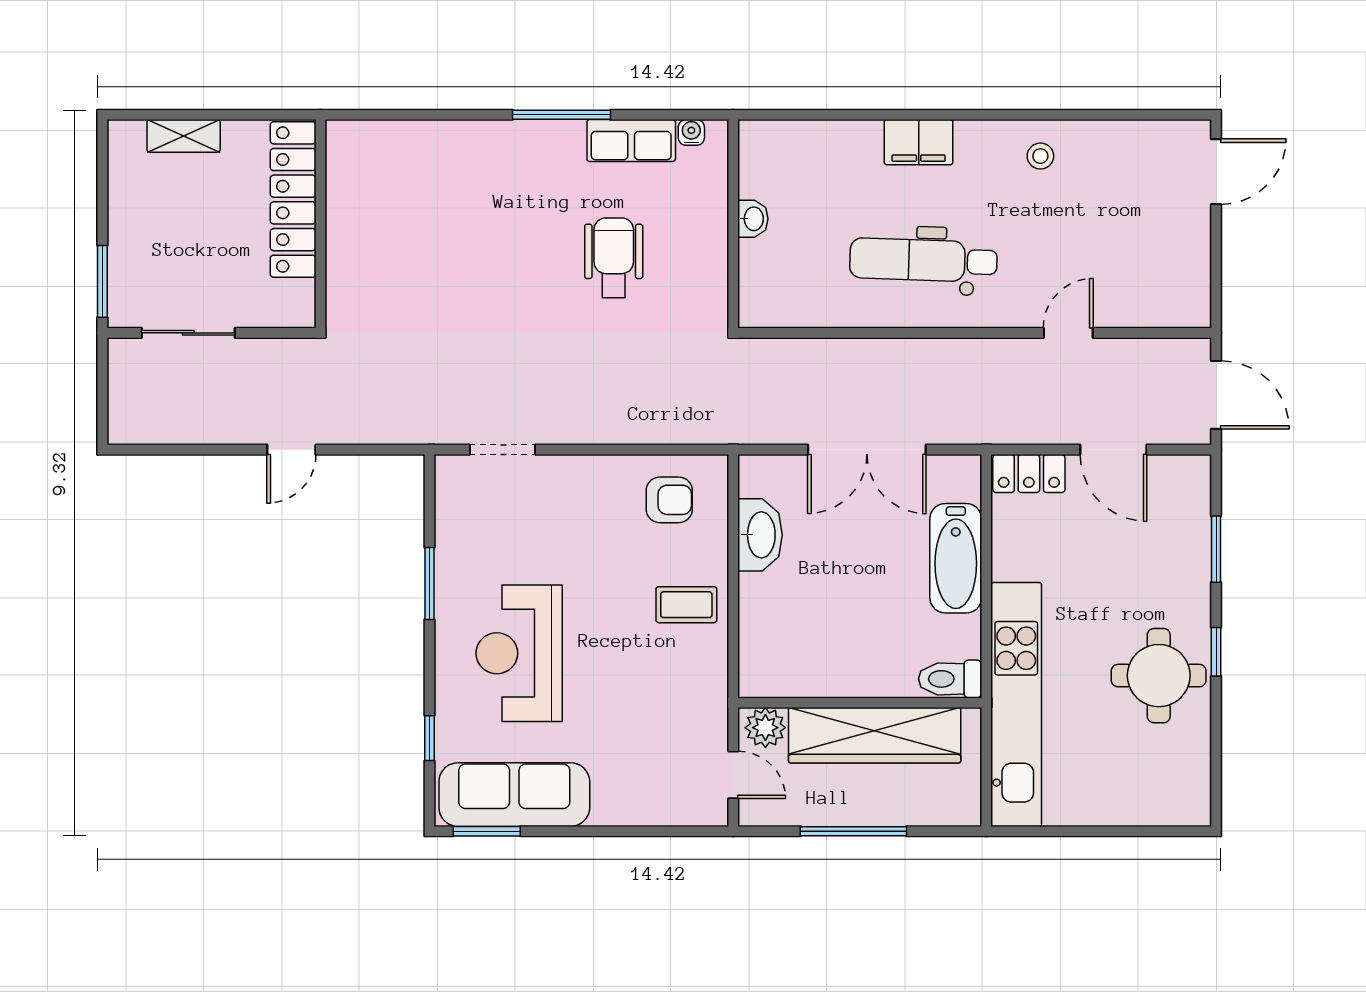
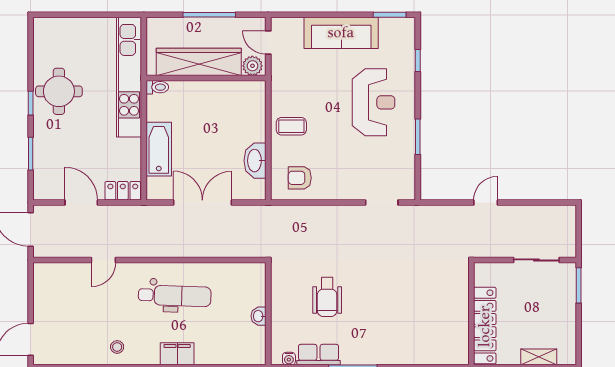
toilet: (950, 679) -> (157, 87), width x0.73, depth x0.72
sofa: (514, 795) -> (341, 33), moved

